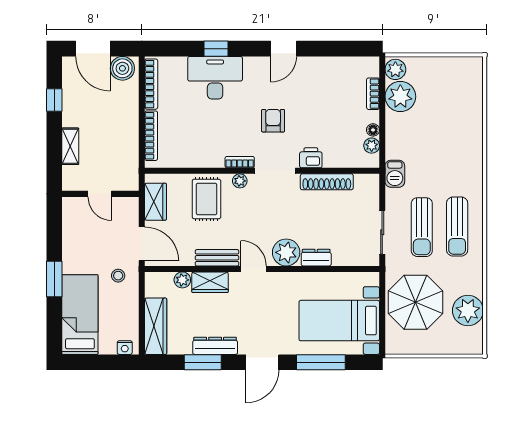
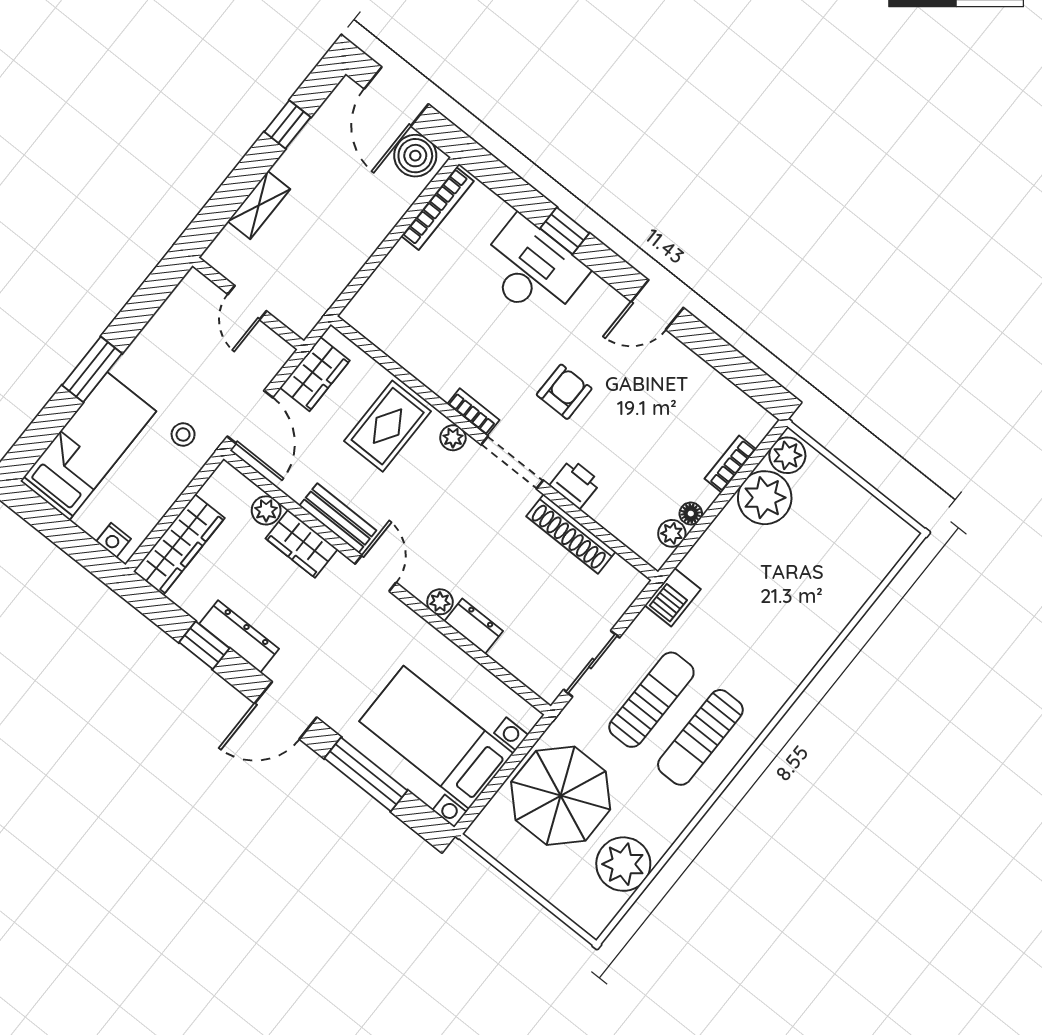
bookcase: (151, 136) -> (381, 279), removed
sun lounger: (422, 227) -> (651, 700), turned 180
plant: (286, 252) -> (440, 602), width x0.53, depth x0.53
window: (203, 362) -> (204, 645), width x0.67

